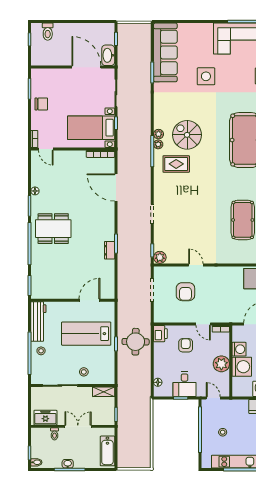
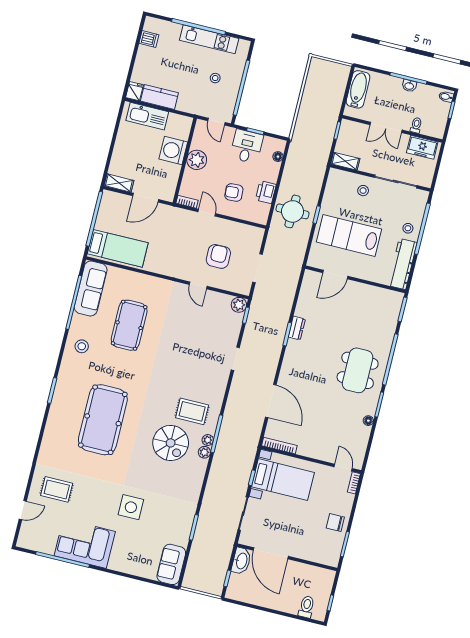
sofa: (165, 52) -> (171, 564), width x0.54, depth x0.79
dining table: (53, 229) -> (358, 370), turned 90
lab bench: (86, 334) -> (349, 236), turned 180
printer: (160, 334) -> (266, 192), moved
armchair: (186, 345) -> (234, 192), turned 87
washing machine: (239, 349) -> (171, 172), removed

